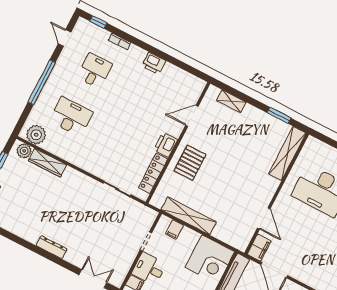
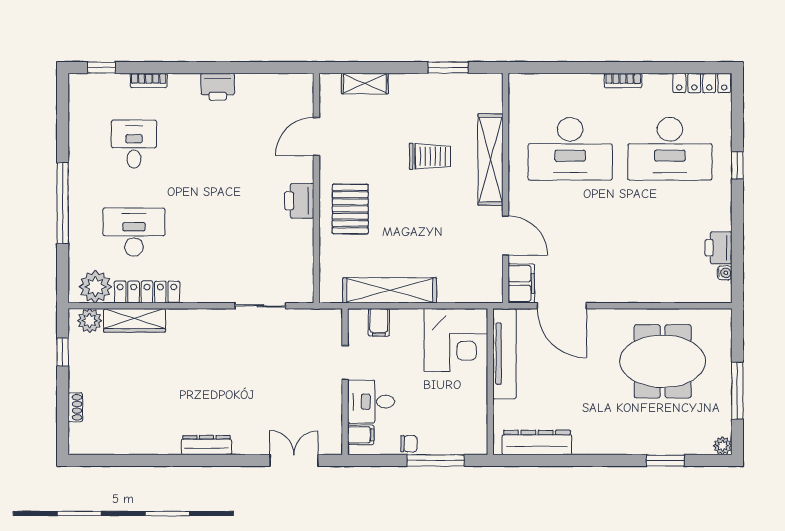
door: (65, 38) -> (63, 118), removed
shelving: (287, 153) -> (490, 160), moved
trolley: (246, 157) -> (430, 156), added
locker: (153, 173) -> (147, 292), moved, turned 90

